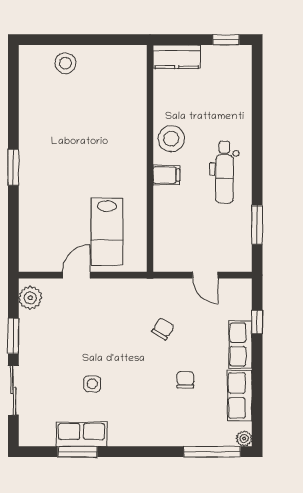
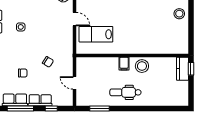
window: (226, 40) -> (191, 69), moved
door: (205, 275) -> (74, 83), hinge flipped
window: (257, 384) -> (20, 109), added

